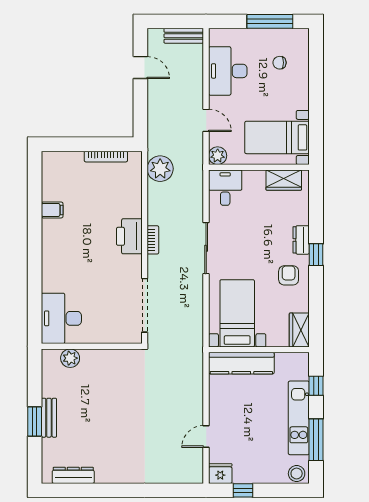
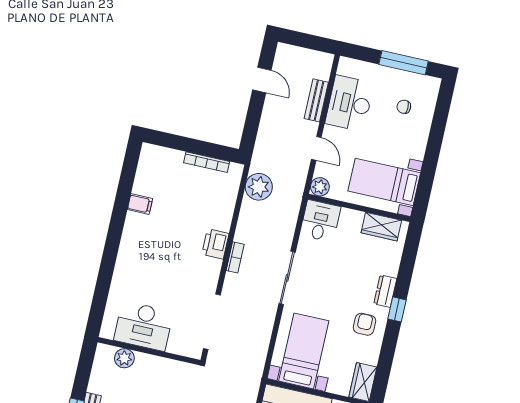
bench: (184, 36) -> (316, 100), moved, turned 90
printer: (129, 236) -> (215, 244), width x0.73, depth x0.84
desk: (61, 318) -> (143, 326), moved, turned -90

